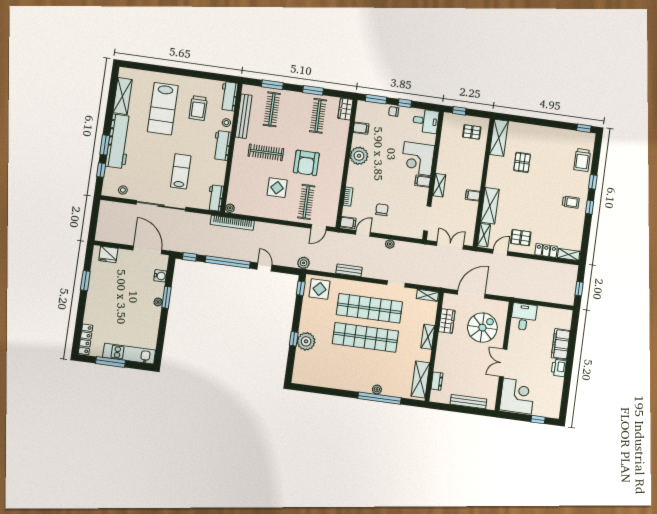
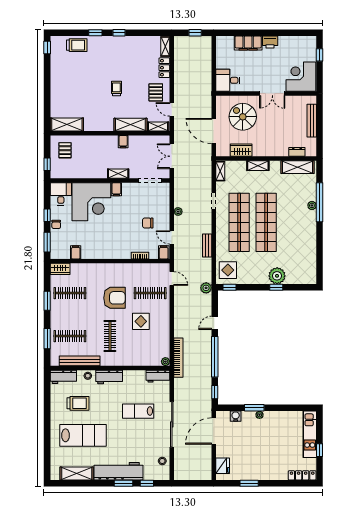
plant: (359, 156) -> (101, 251), removed
corner desk: (418, 159) -> (91, 202), width x1.36, depth x1.36
pallet: (522, 162) -> (86, 100), removed
trolley: (571, 202) -> (116, 88), moved
window: (110, 362) -> (319, 450), width x0.46

